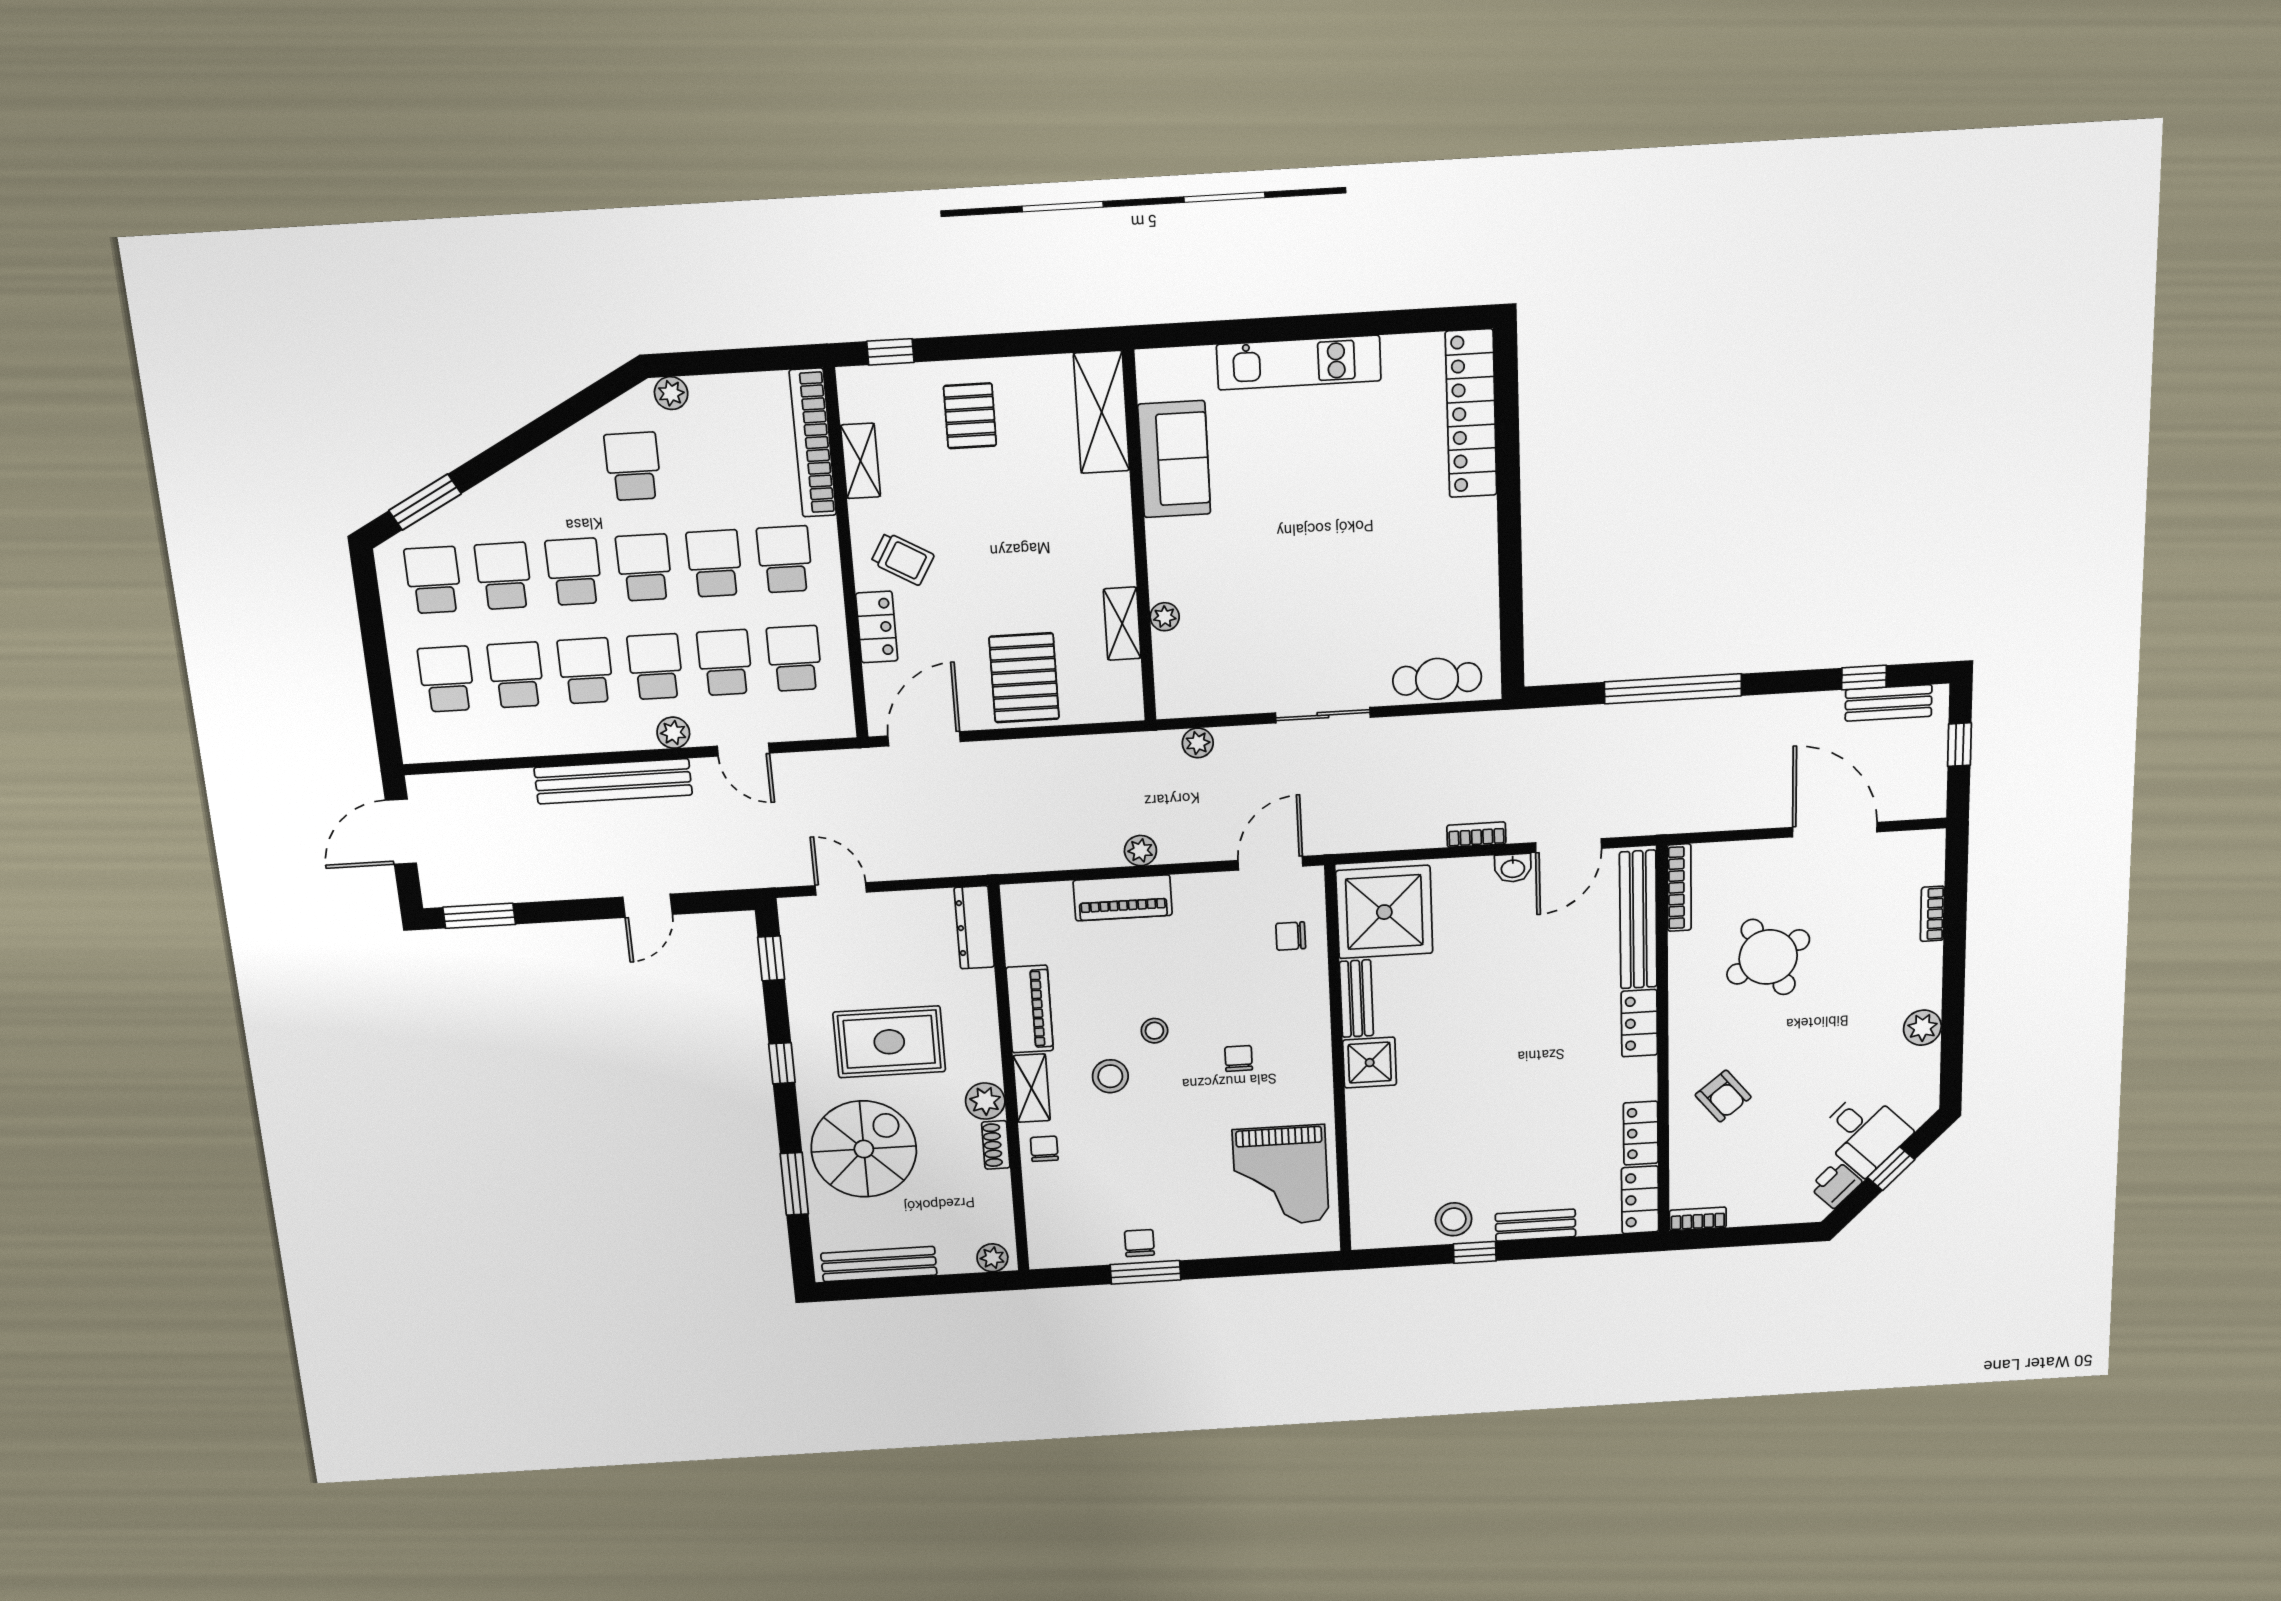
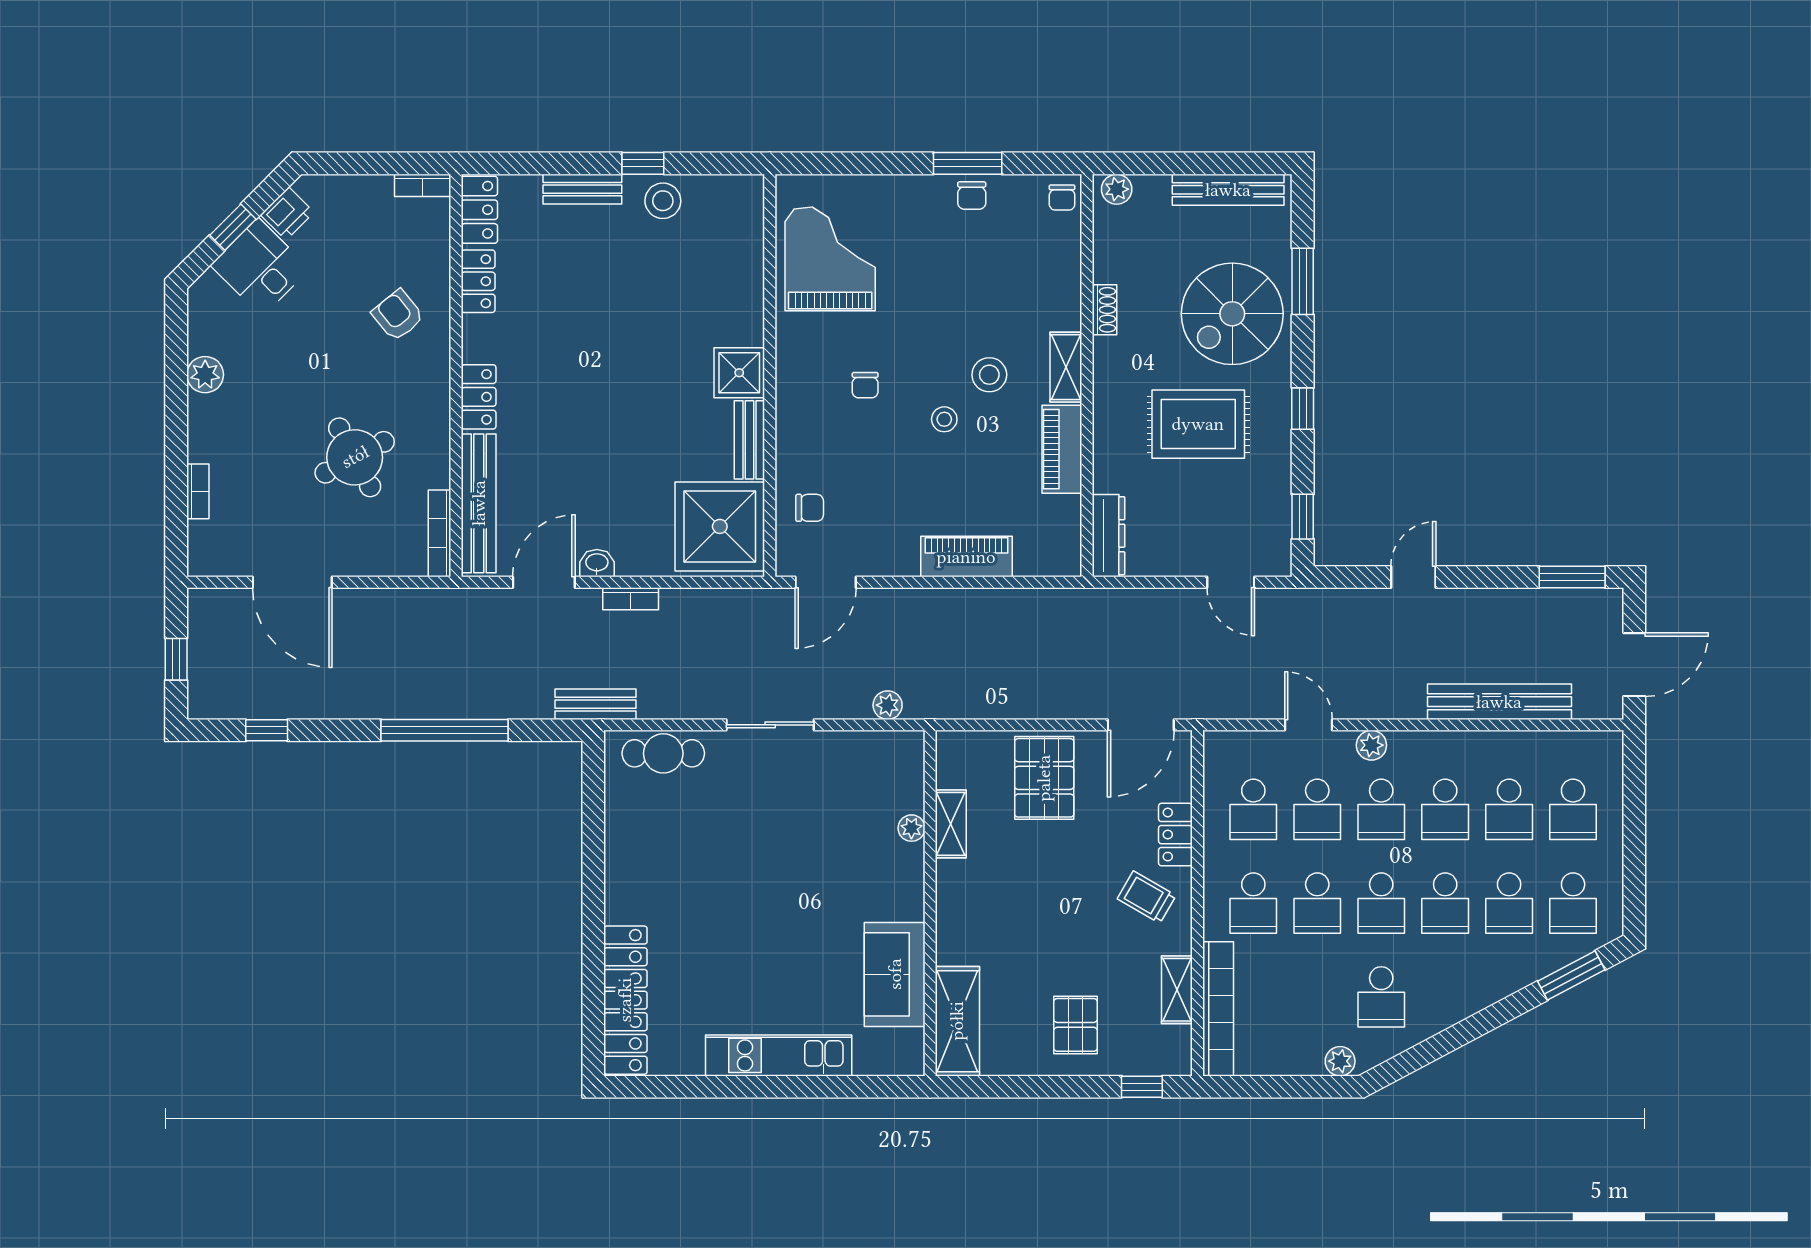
bench: (1889, 703) -> (596, 704), moved
bench: (613, 781) -> (1499, 702), moved
plant: (1140, 851) -> (947, 603), removed
plant: (985, 1101) -> (1111, 357), removed
chair: (1044, 1149) -> (1062, 198), moved

